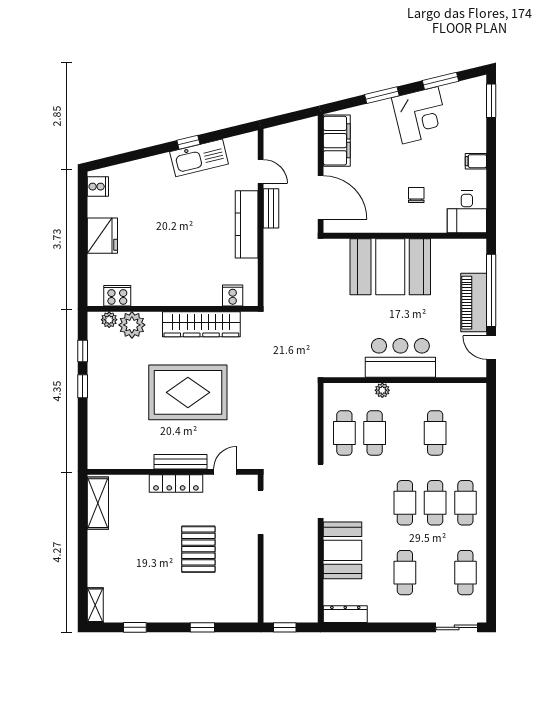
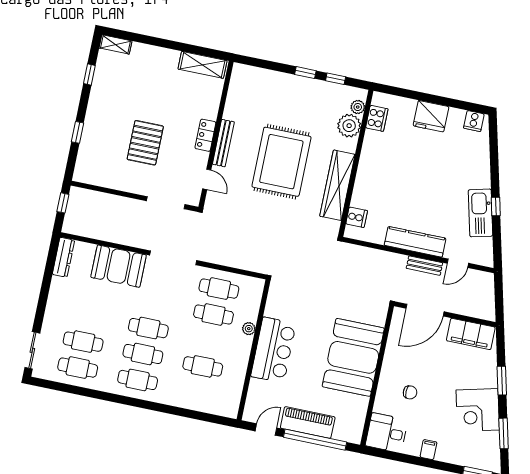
locker: (176, 483) -> (205, 135), width x0.66
pallet: (198, 549) -> (145, 143), turned 90
cafe table: (405, 573) -> (83, 342), moved

